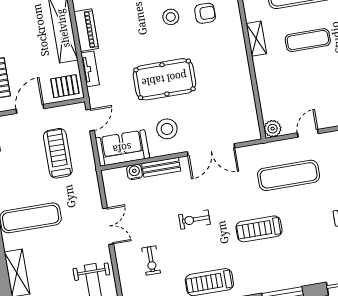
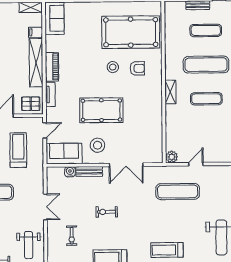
treadmill: (259, 229) -> (167, 250), moved

